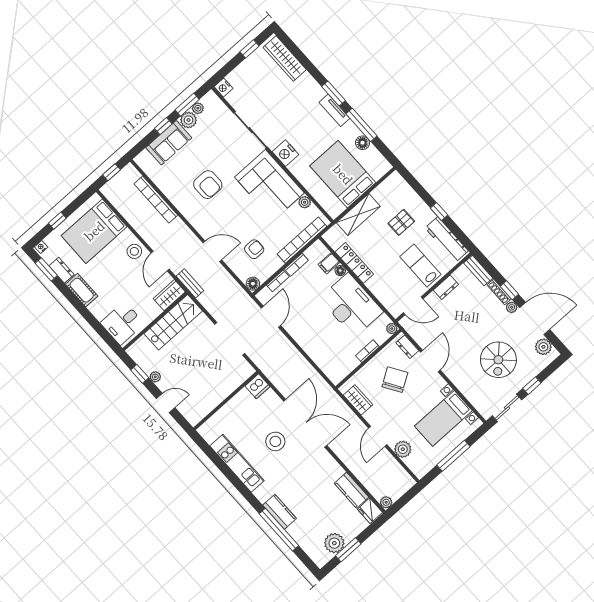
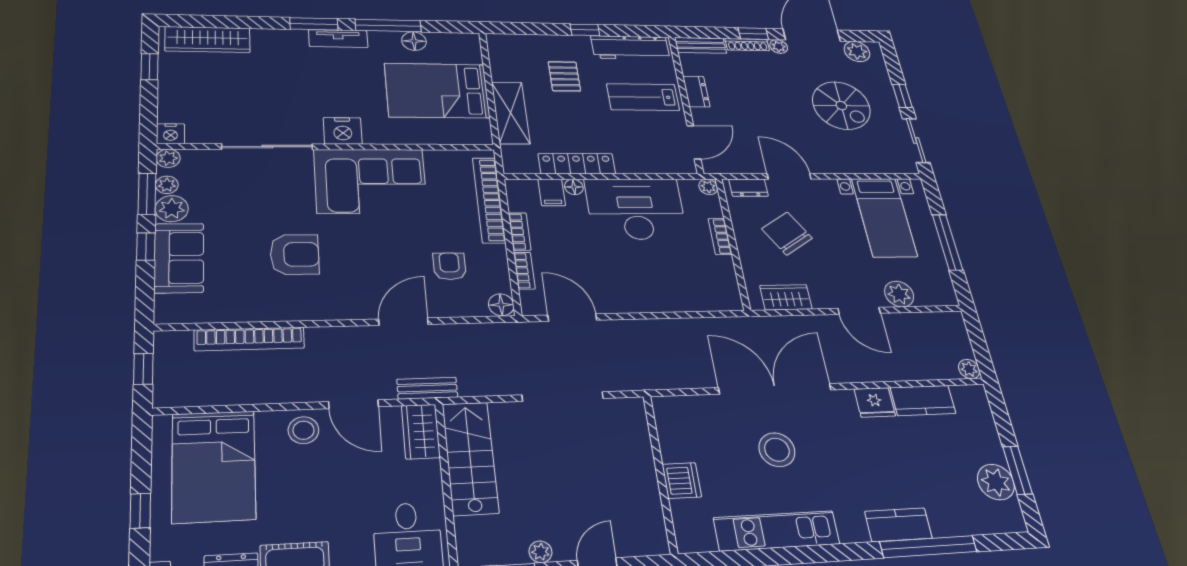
plant: (305, 202) -> (168, 158), moved
dishwasher: (258, 386) -> (682, 481), moved
fridge: (370, 511) -> (875, 402), moved

